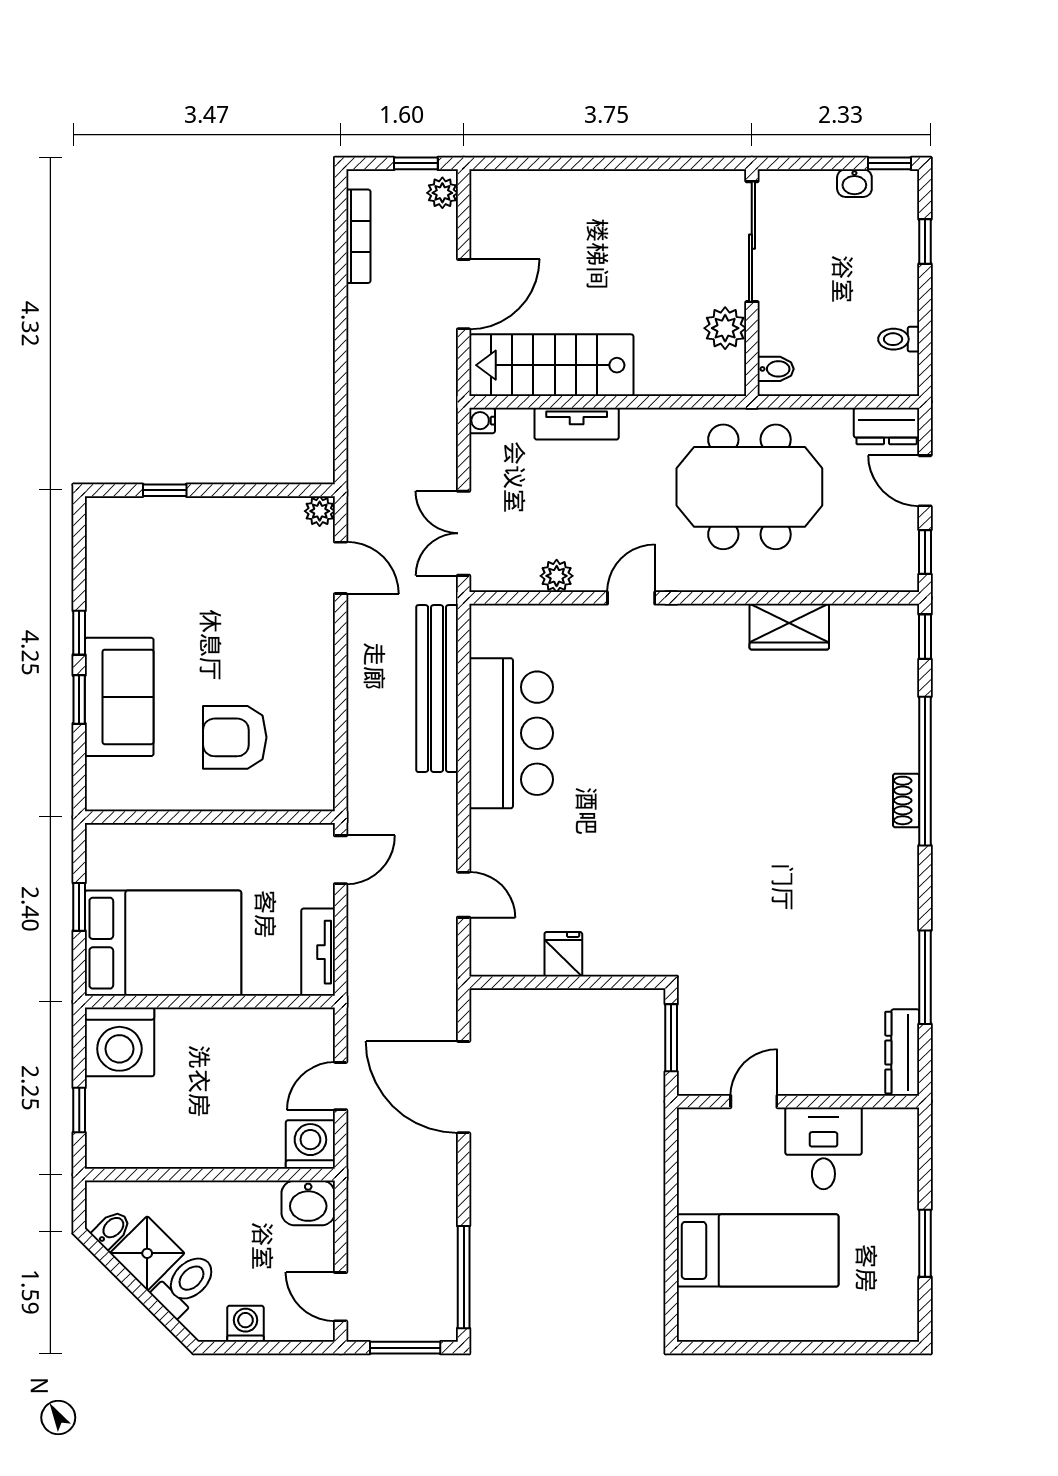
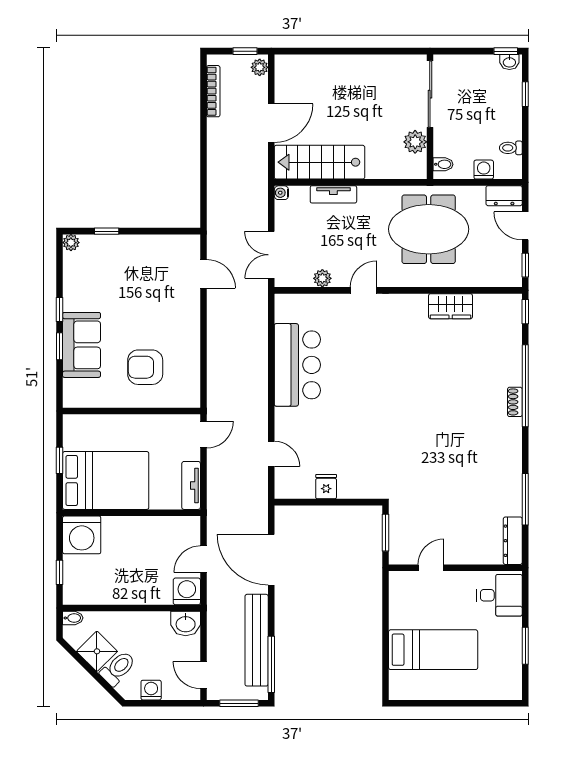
washbasin: (854, 183) -> (509, 62), moved
washing machine: (849, 379) -> (484, 170), added
plant: (320, 511) -> (71, 243), moved
bench: (437, 689) -> (257, 640), moved
desk: (823, 1148) -> (499, 595), moved, turned 90
bidet: (112, 1229) -> (73, 618), moved, turned 45

